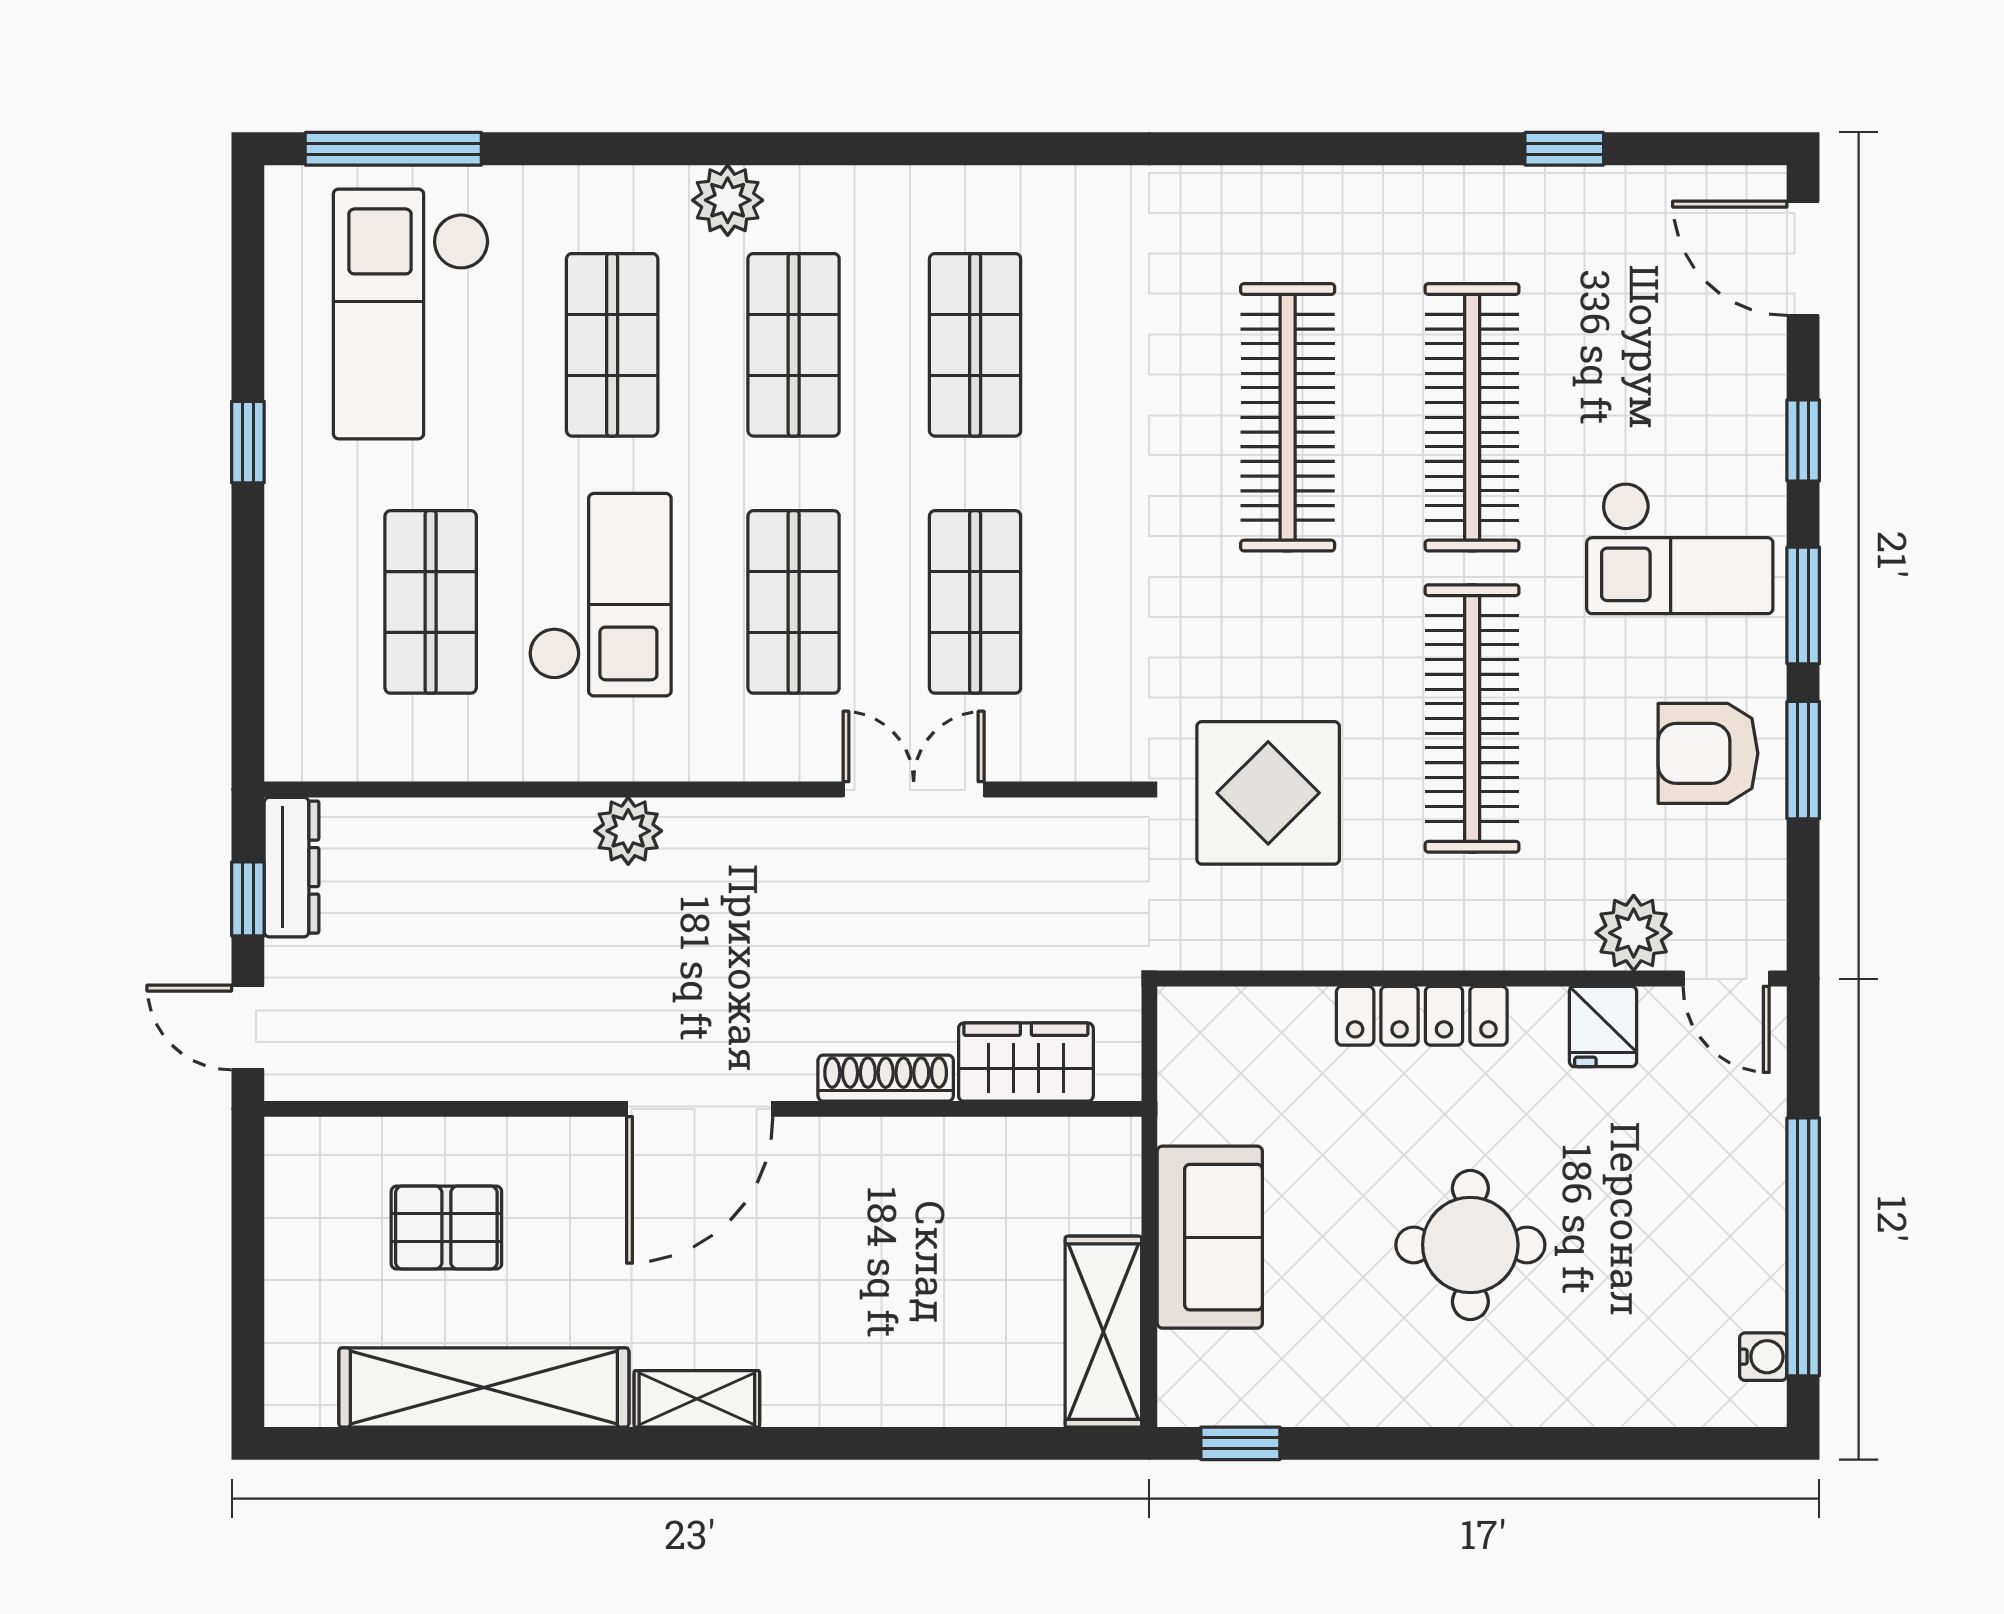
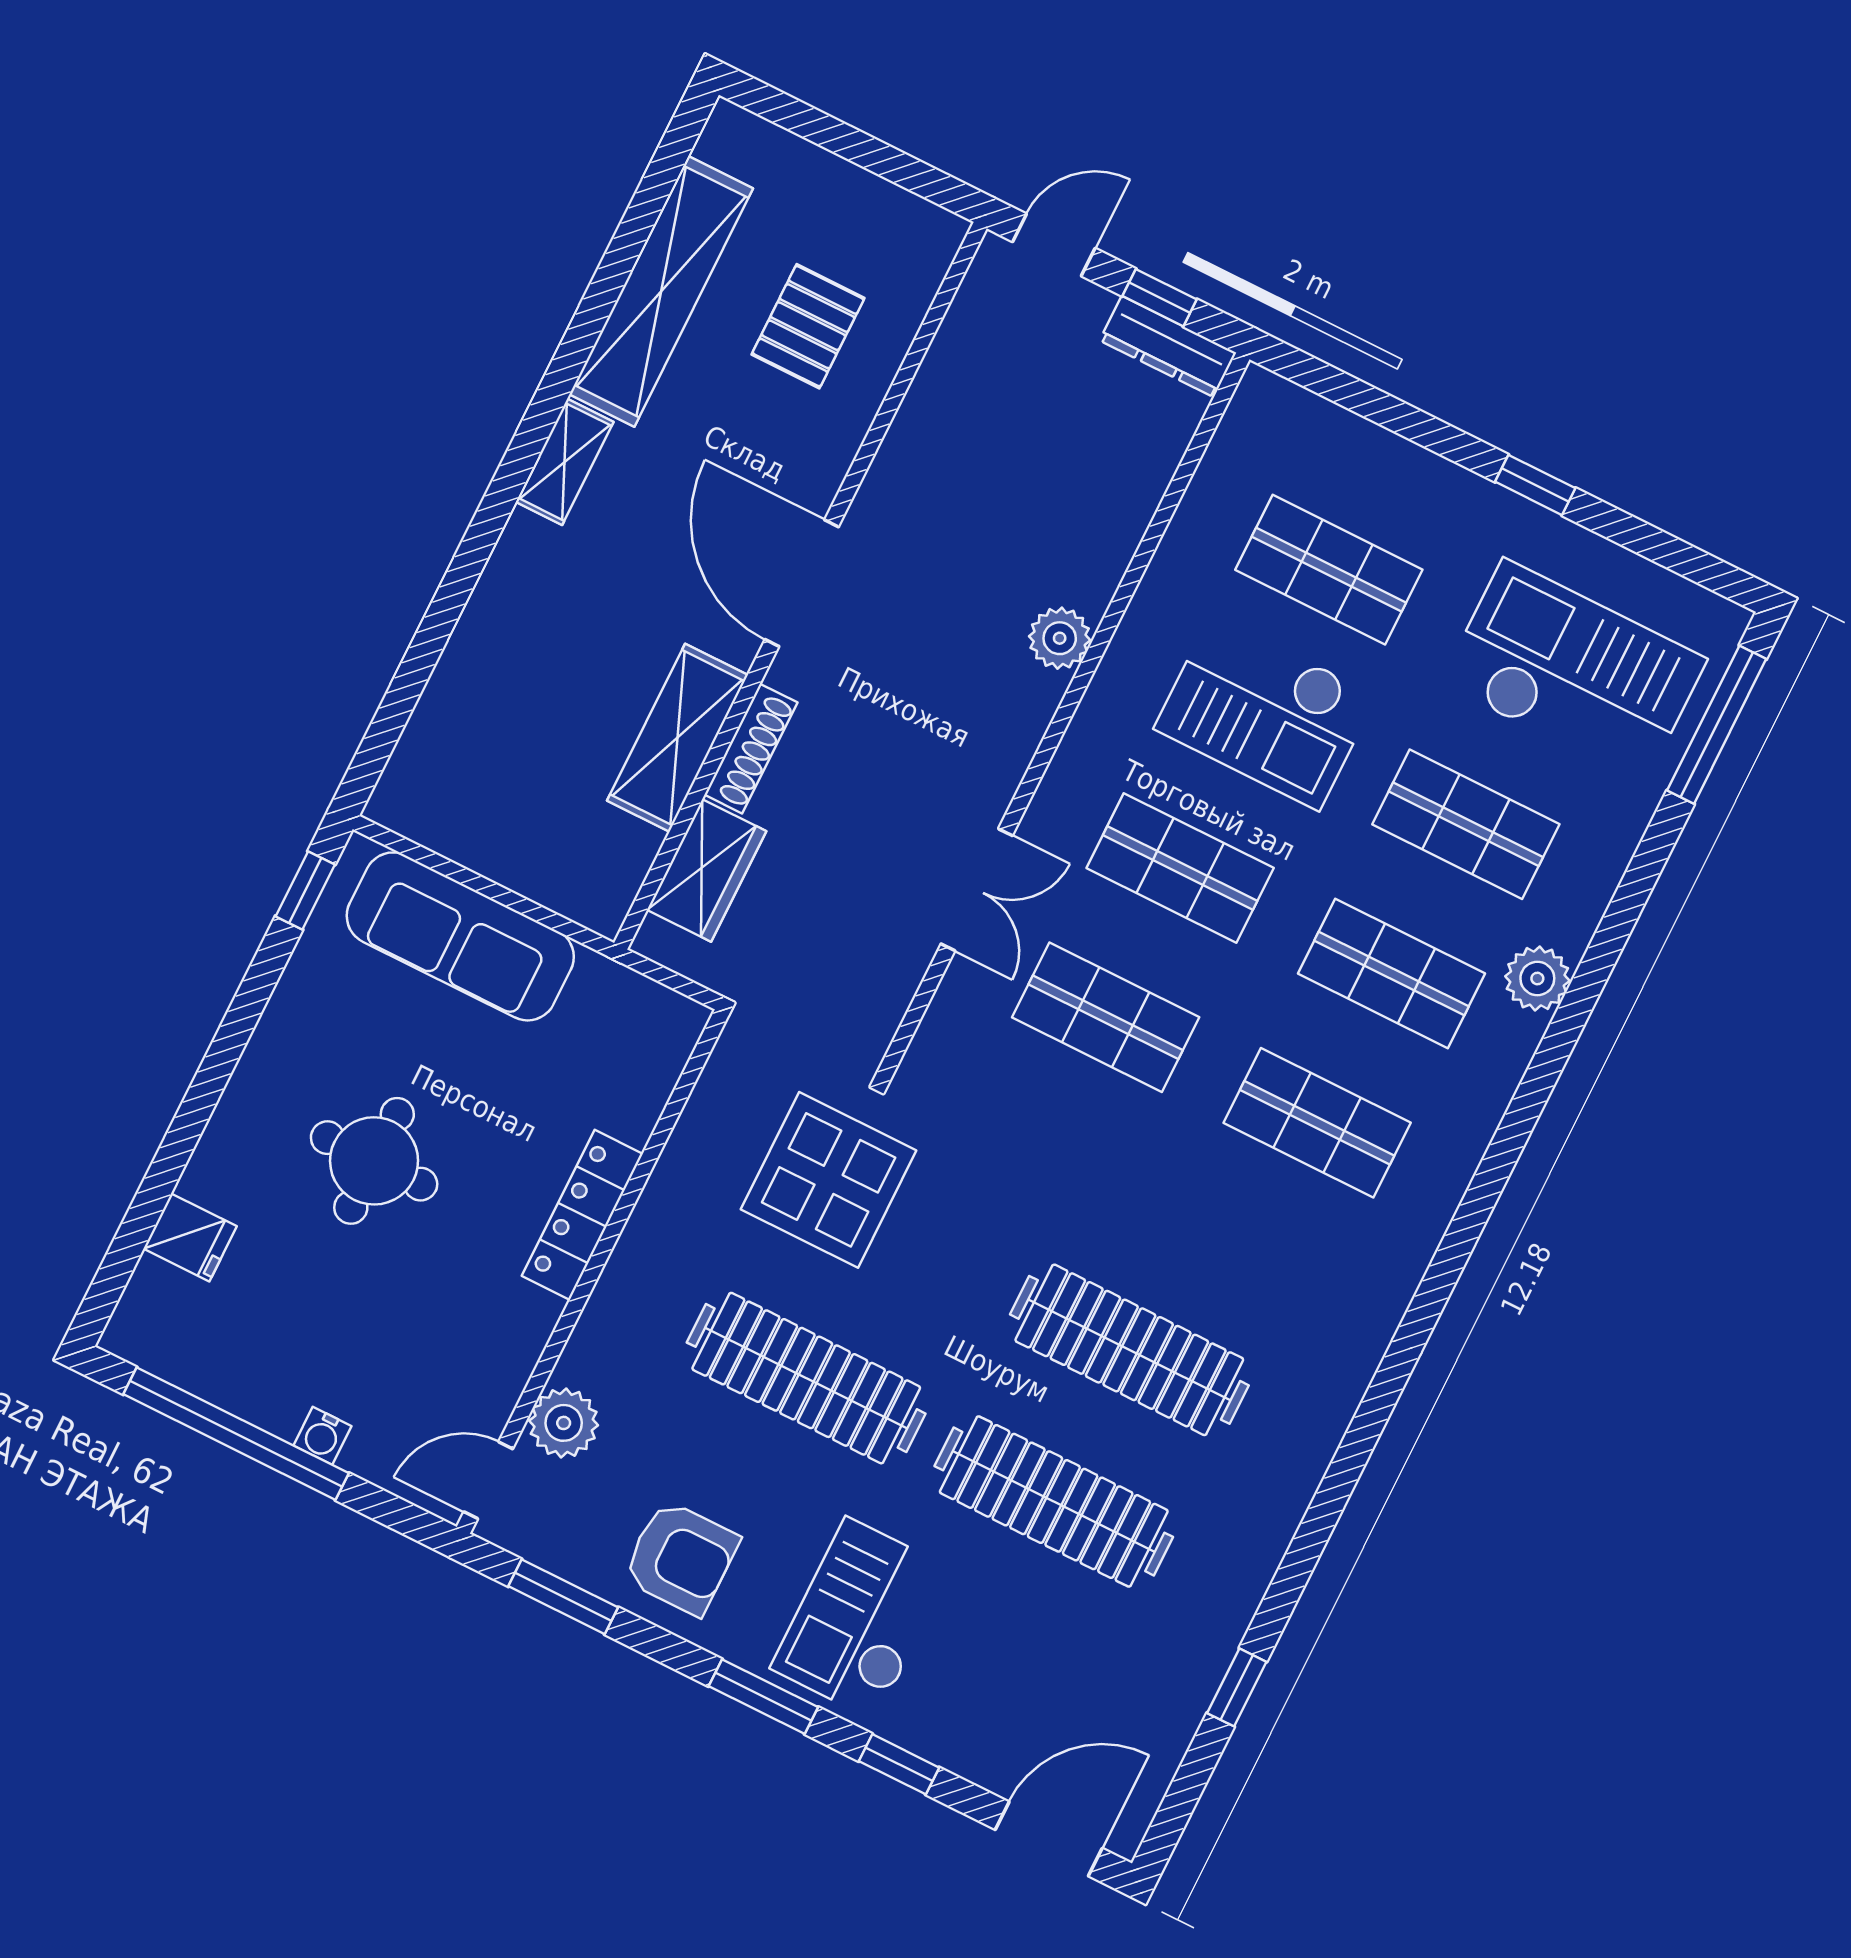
armchair: (1708, 753) -> (681, 1558), turned 90
window: (1803, 760) -> (563, 1597), moved
fridge: (1603, 1027) -> (190, 1237), moved, turned 180
sofa: (1210, 1237) -> (460, 936), width x1.36
shelving: (1103, 1332) -> (677, 738), moved, turned 90
water cooler: (1763, 1357) -> (322, 1436), moved

